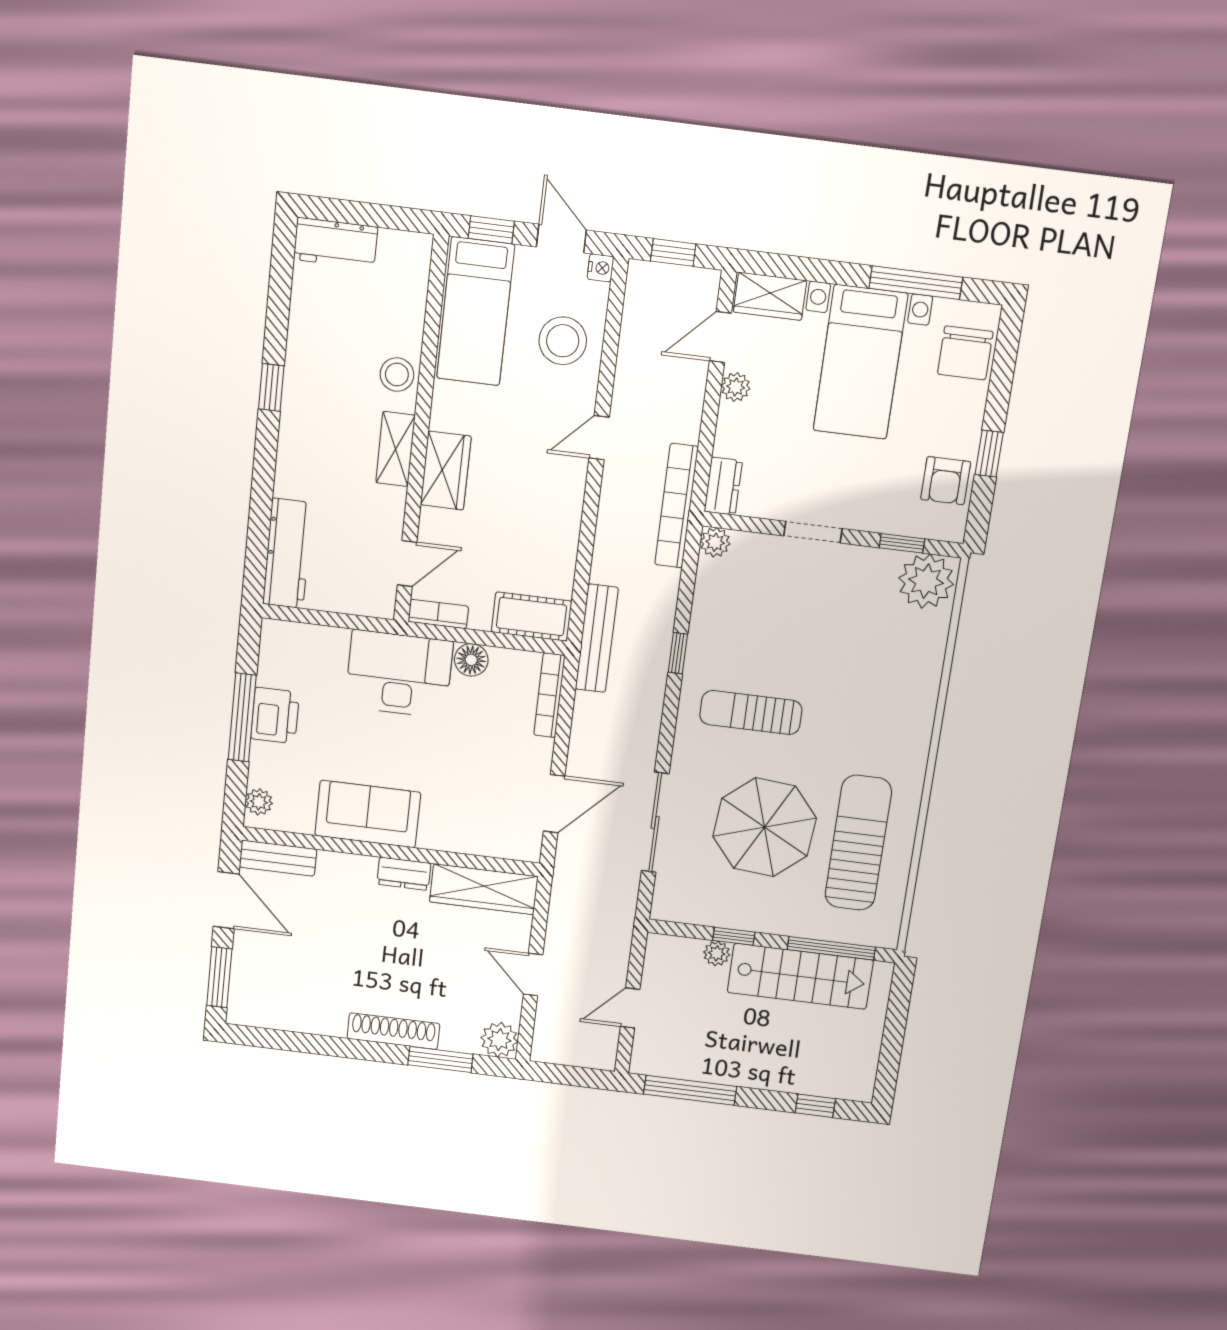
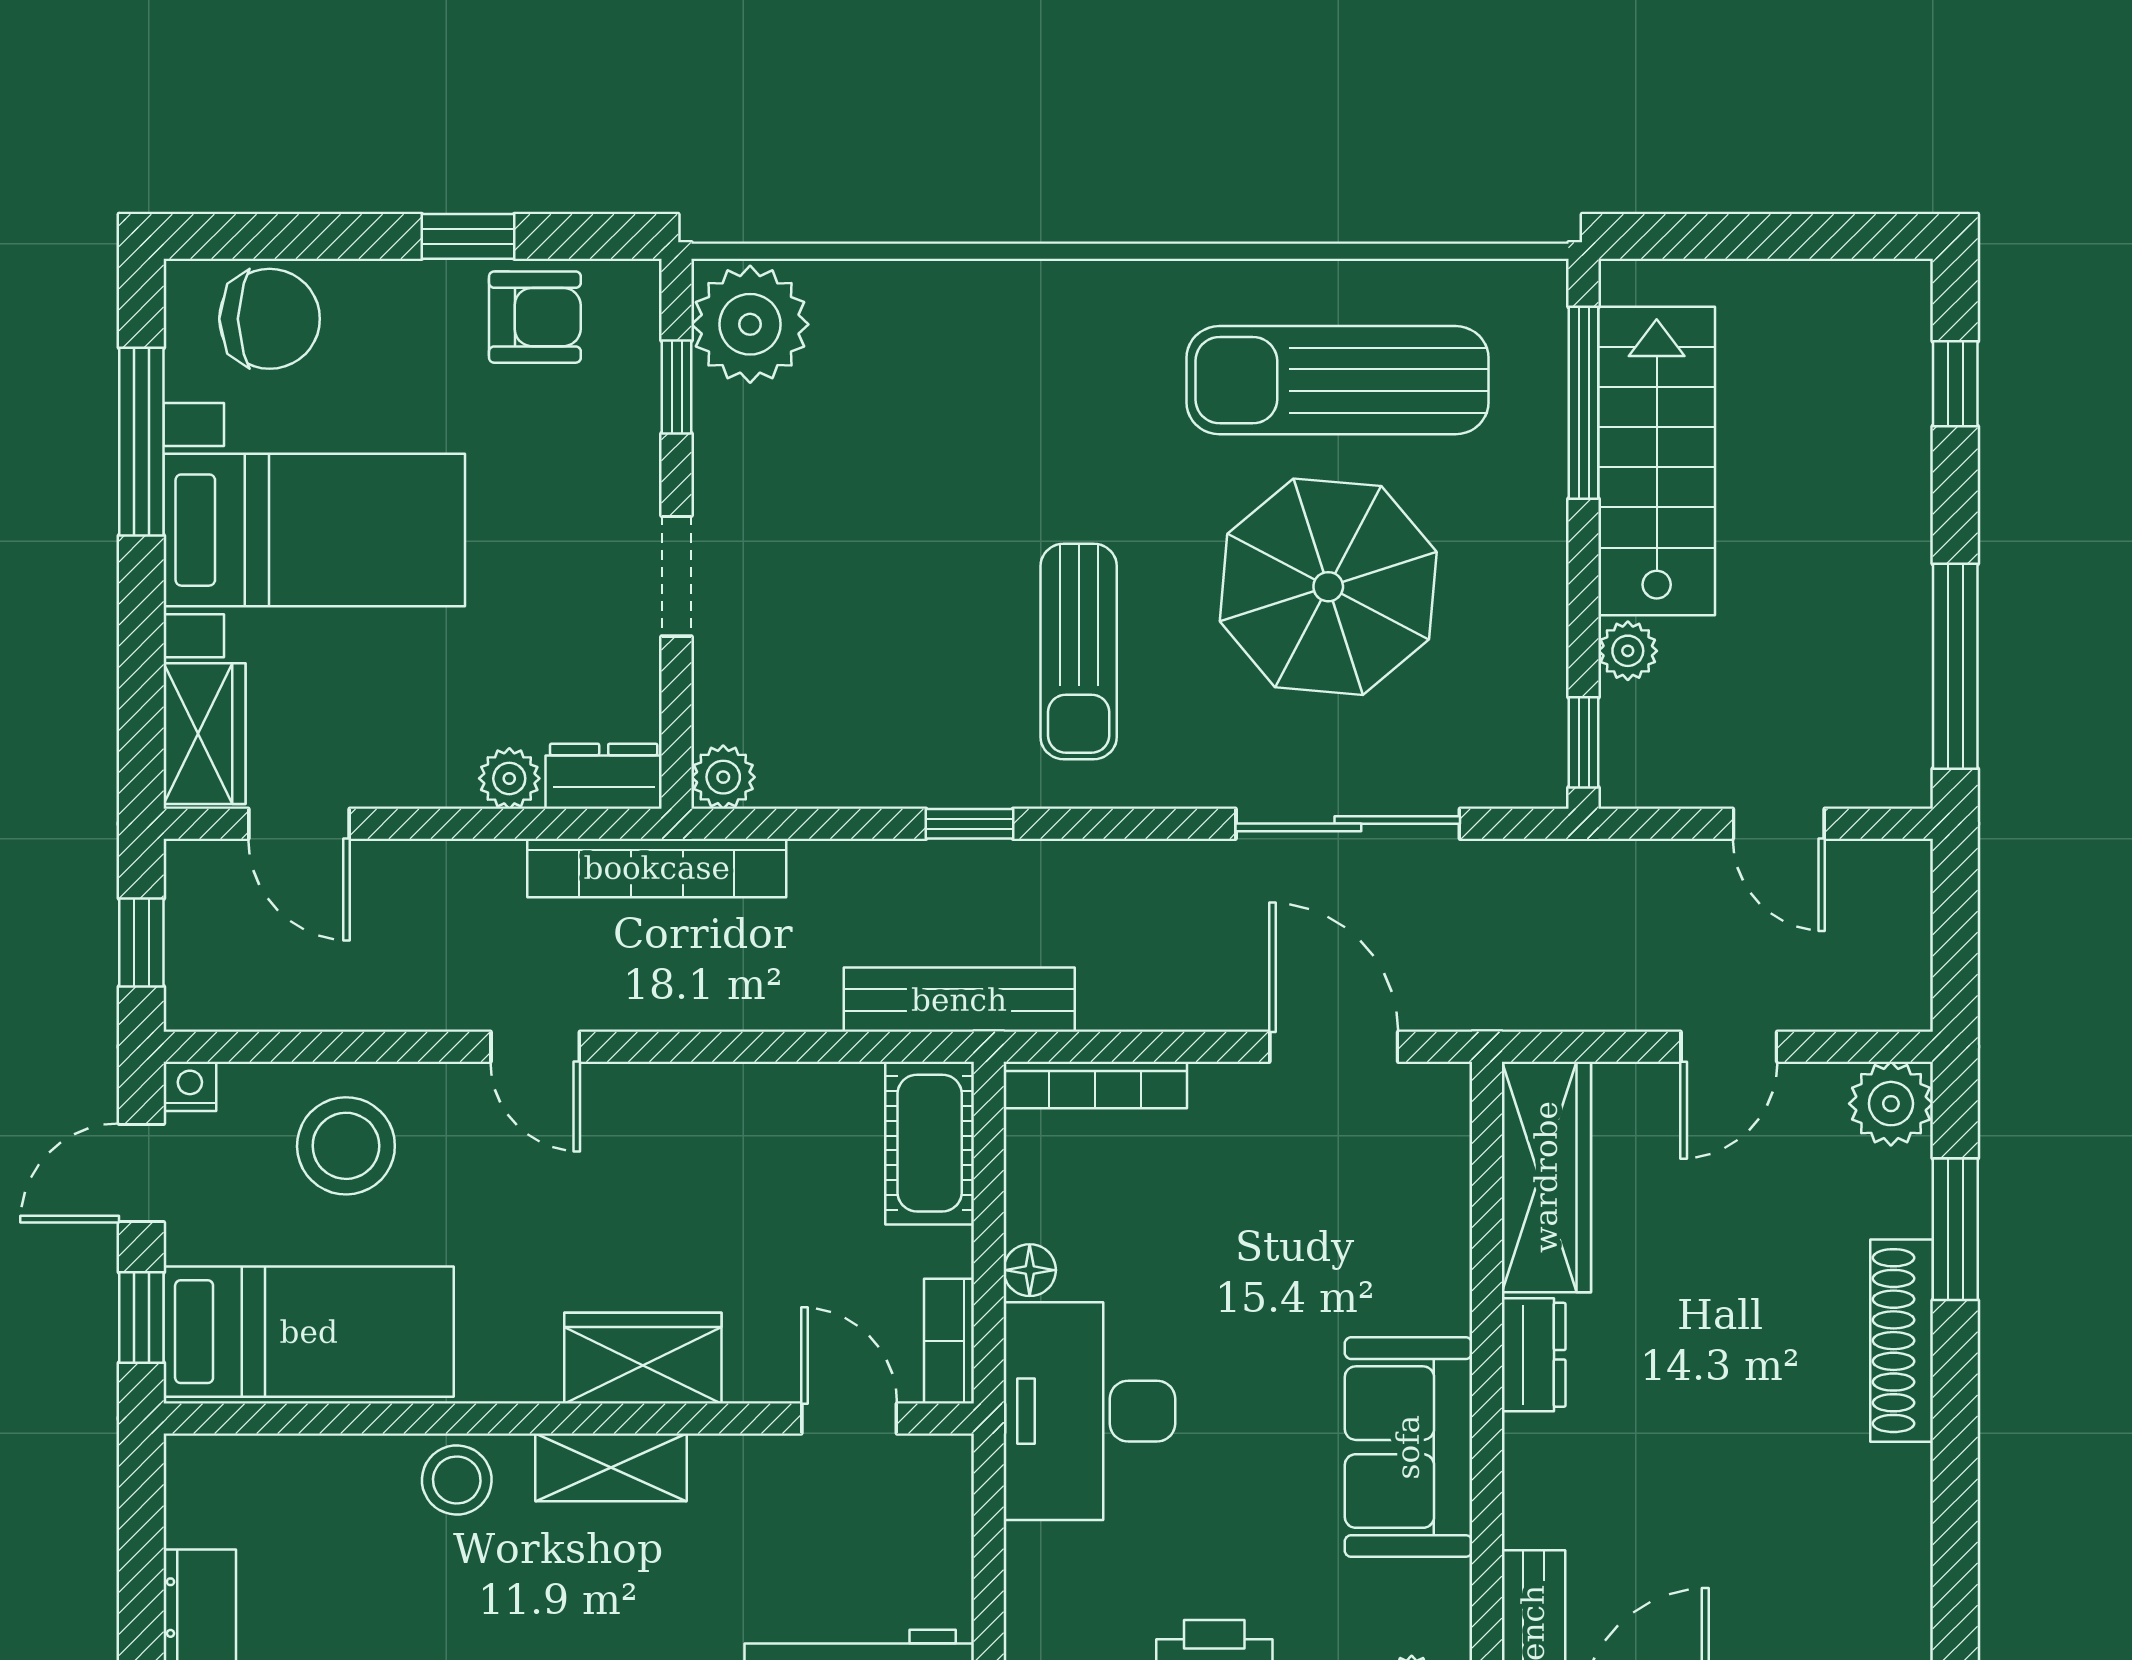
plant: (736, 387) -> (509, 778), moved
floor lamp: (471, 660) -> (1030, 1270), width x0.73, depth x0.73
window: (734, 936) -> (1584, 742), moved

